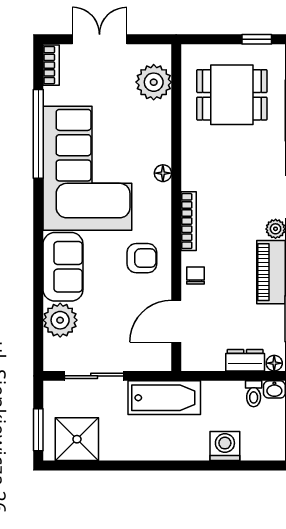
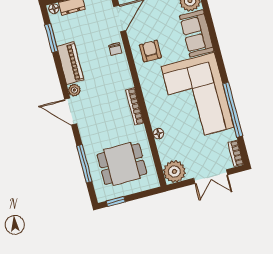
plant: (154, 82) -> (174, 172), moved
floor lamp: (163, 173) -> (158, 134), moved
bookcase: (189, 221) -> (135, 106), moved
armchair: (142, 258) -> (150, 51), turned 90

